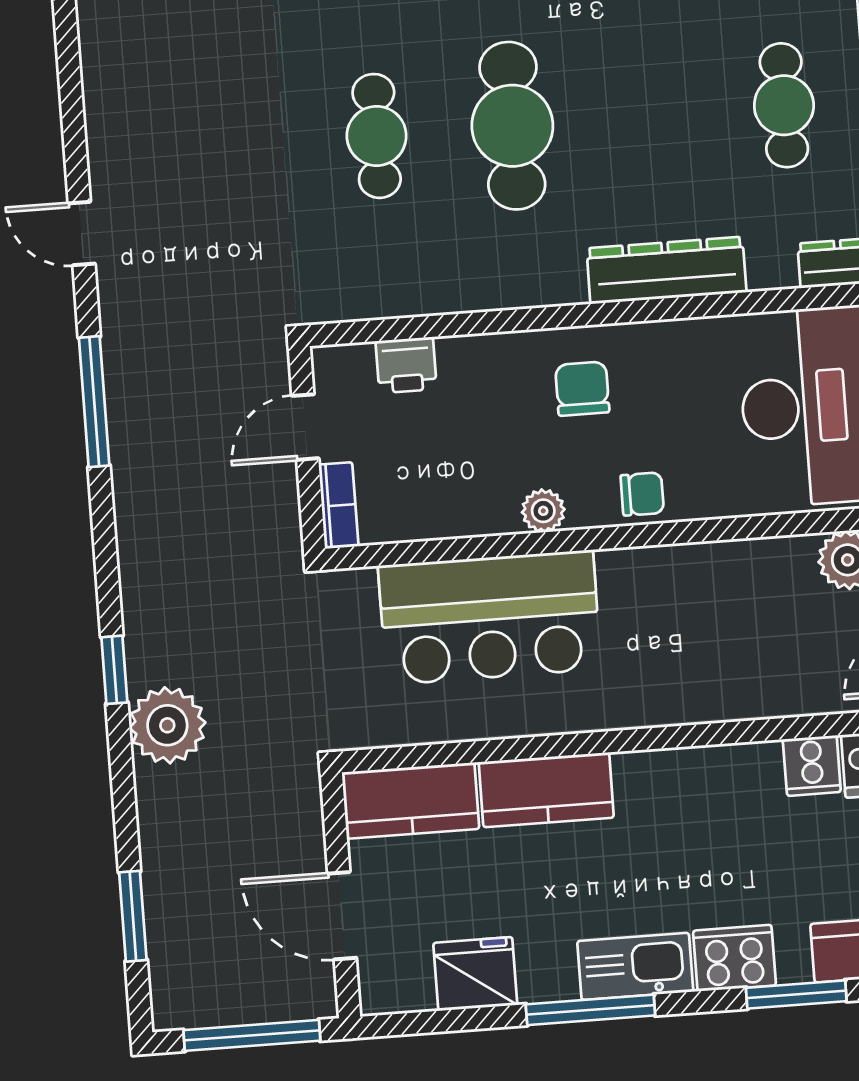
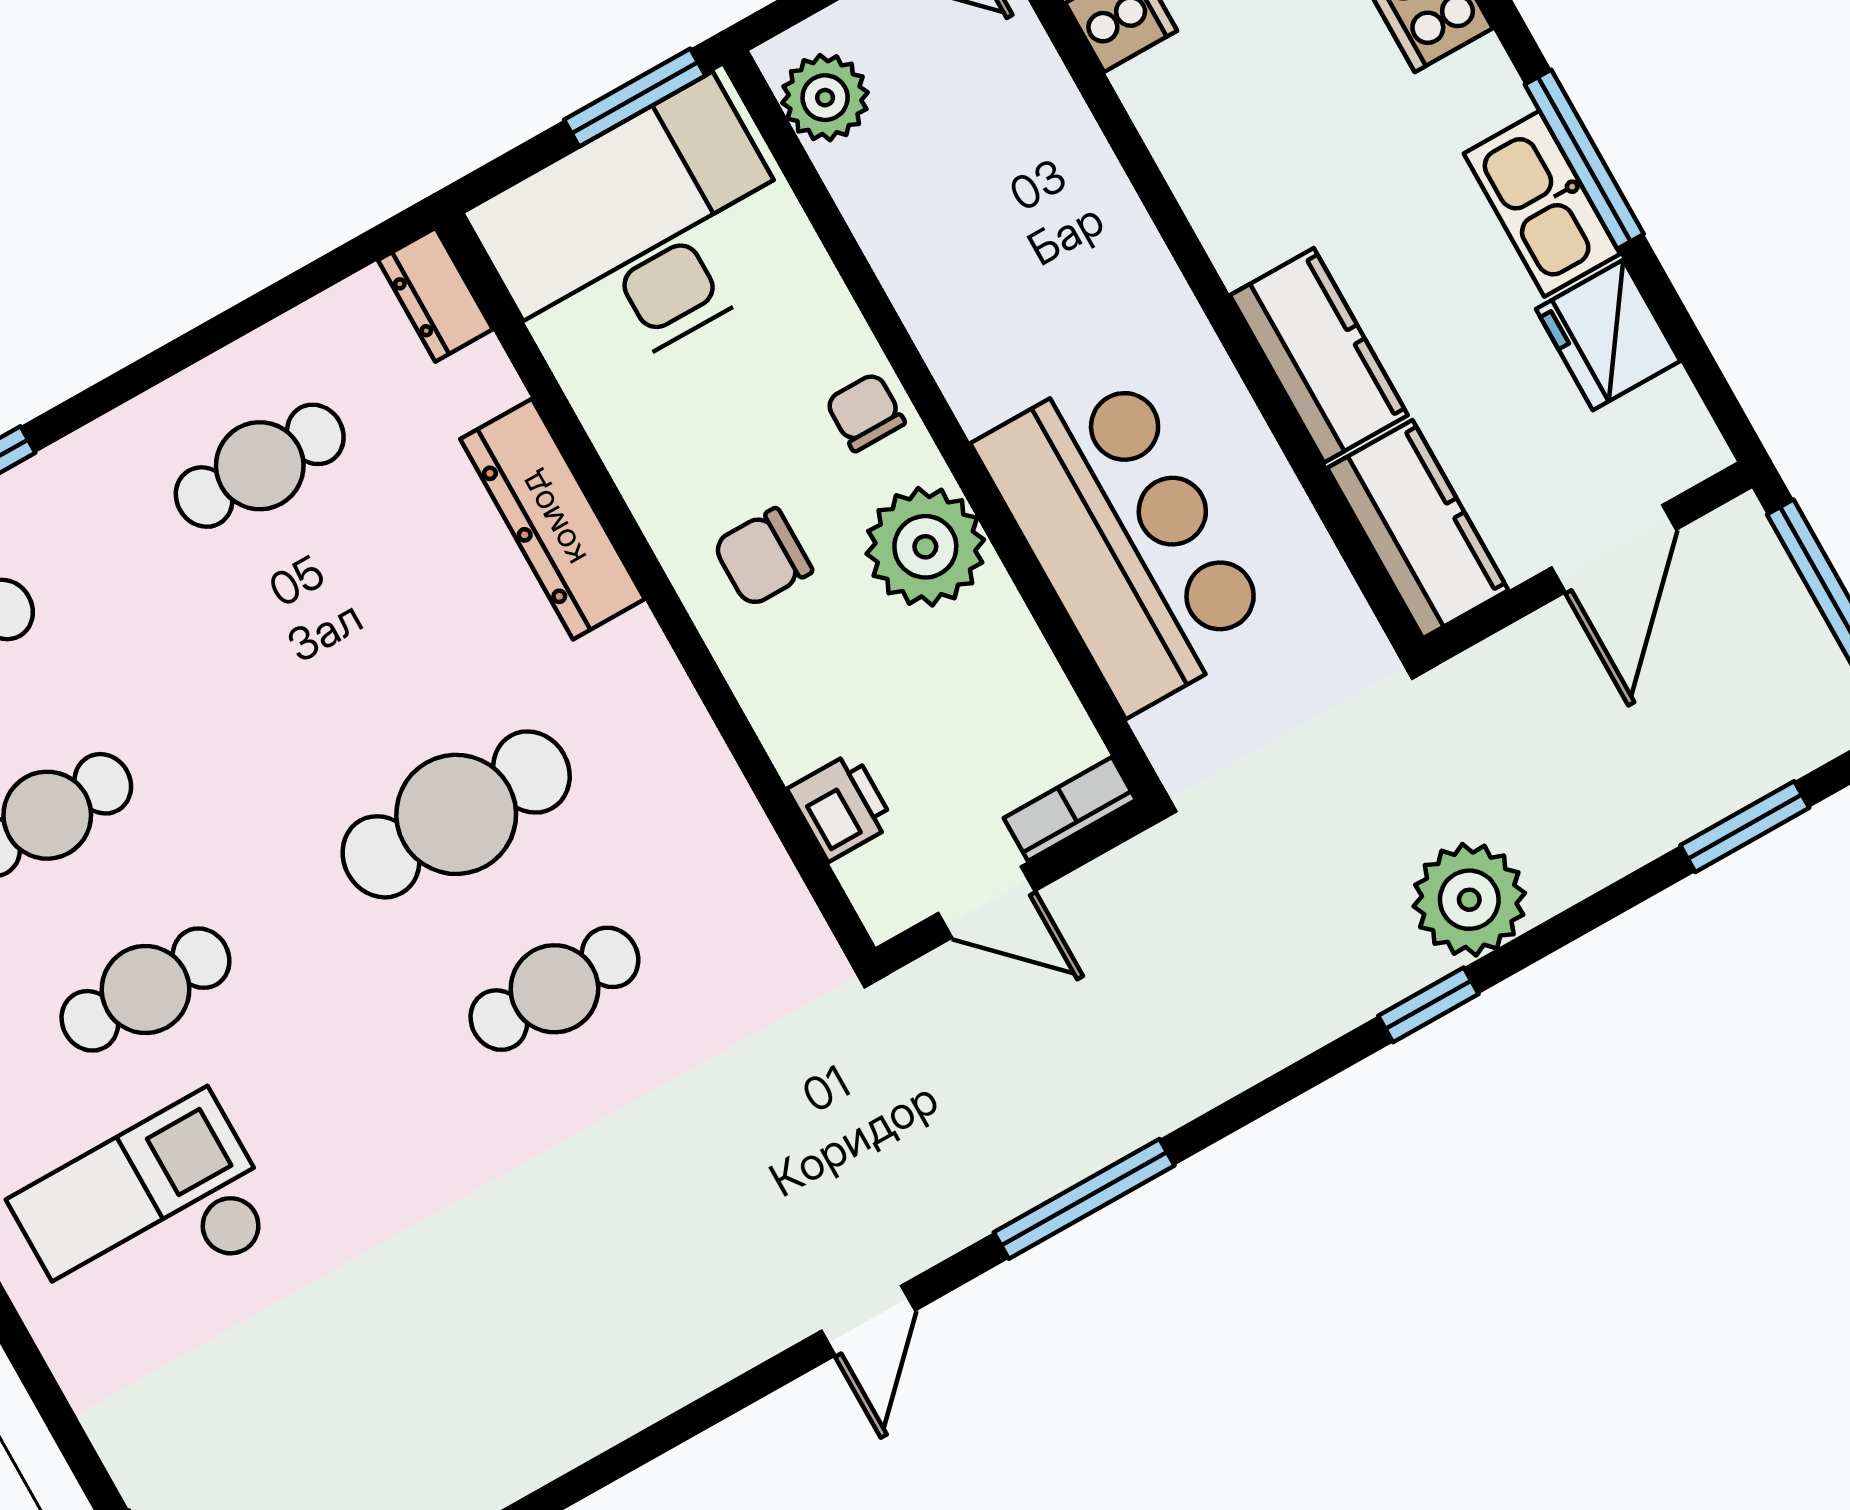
plant: (543, 511) -> (925, 547), width x1.88, depth x1.88
kitchen sink: (635, 966) -> (1542, 204), moved

